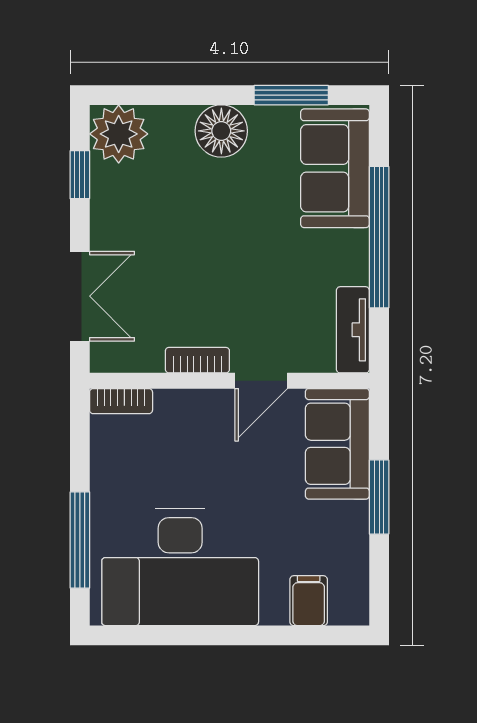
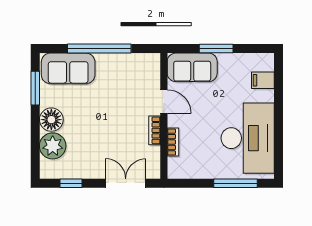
plant: (119, 134) -> (53, 146), moved
tv unit: (353, 330) -> (141, 60), removed
bookcase: (121, 401) -> (173, 142), moved

